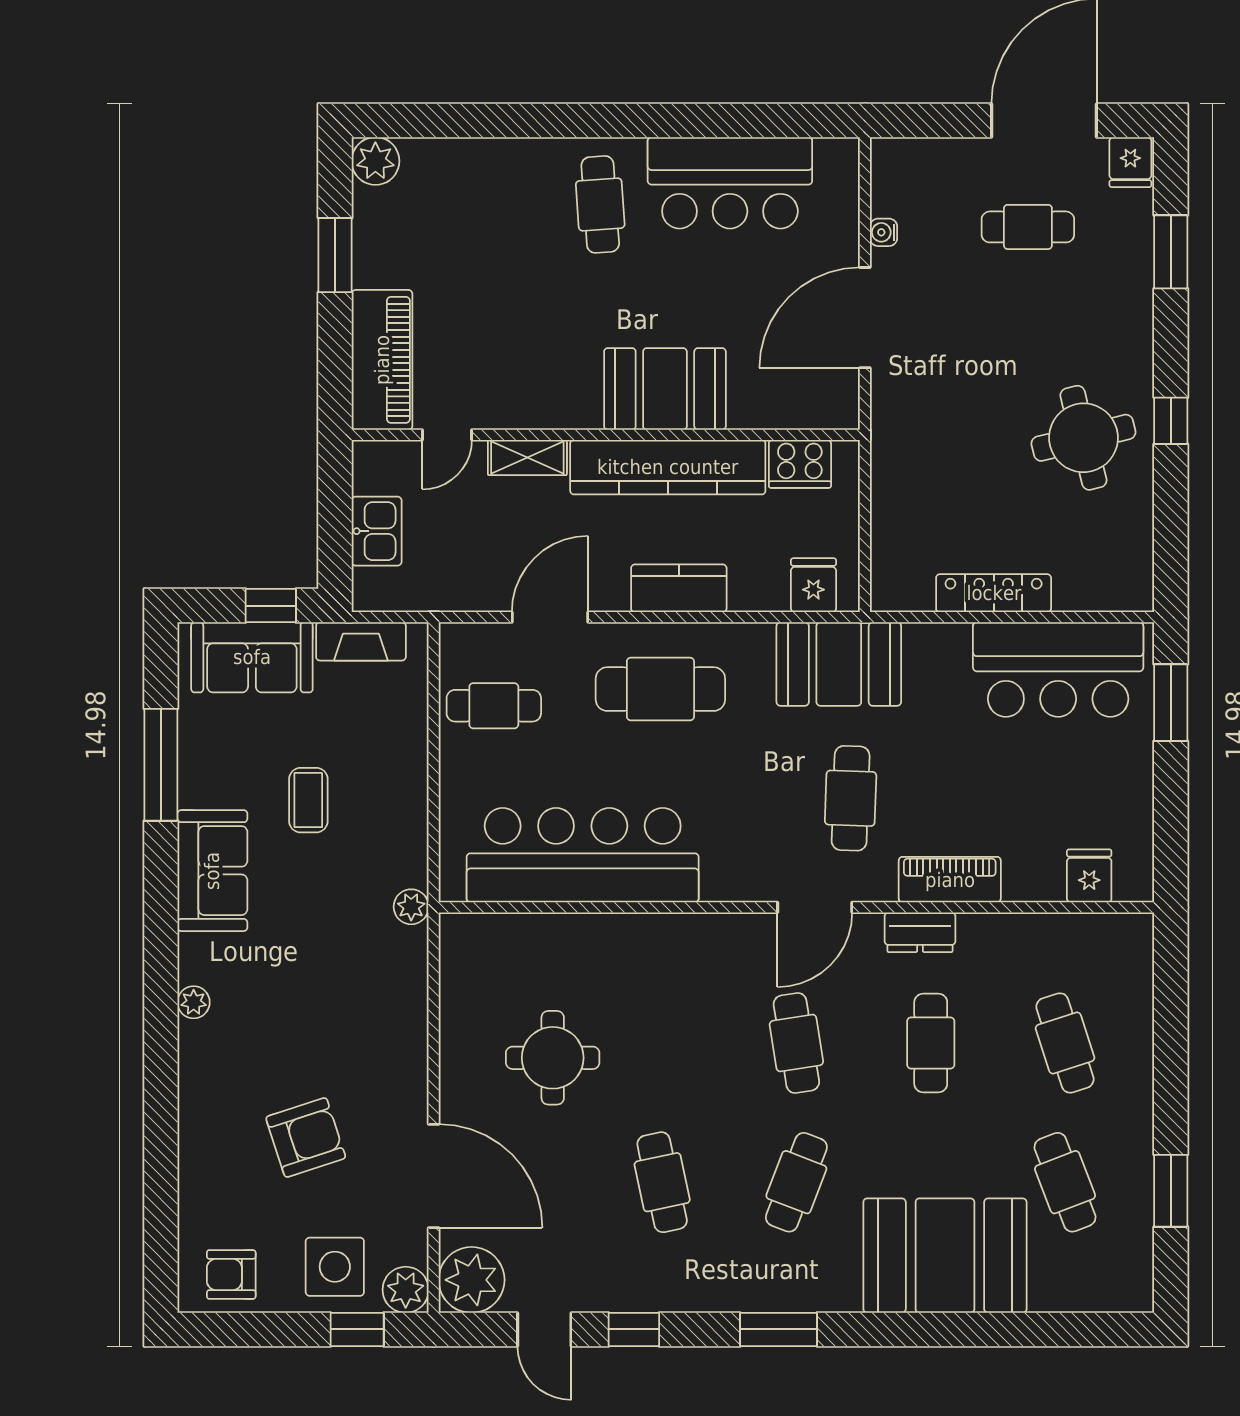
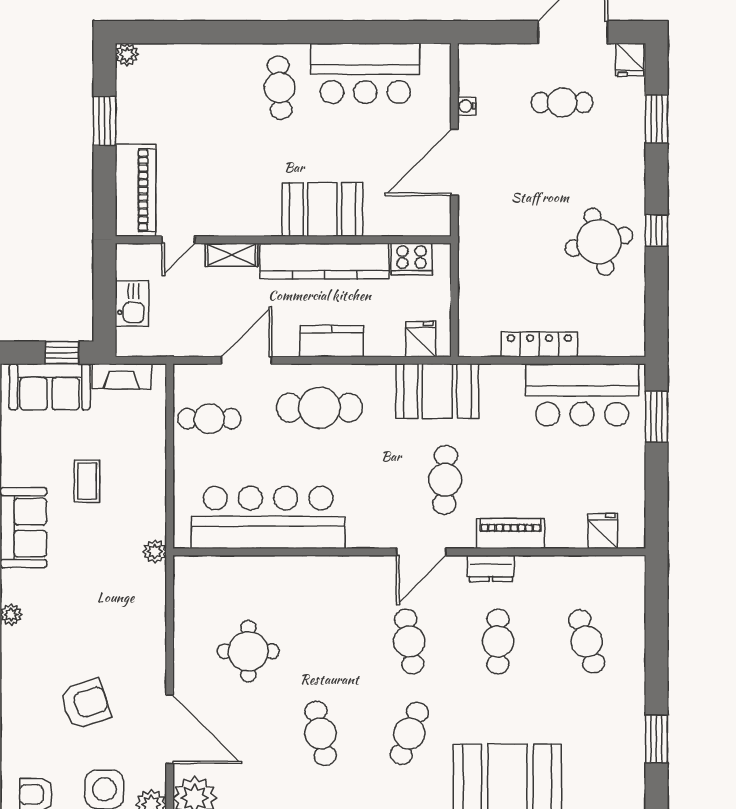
plant: (375, 161) -> (127, 55), width x0.73, depth x0.73
cafe table: (1065, 1182) -> (587, 733), removed

